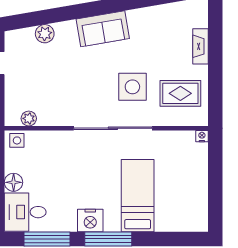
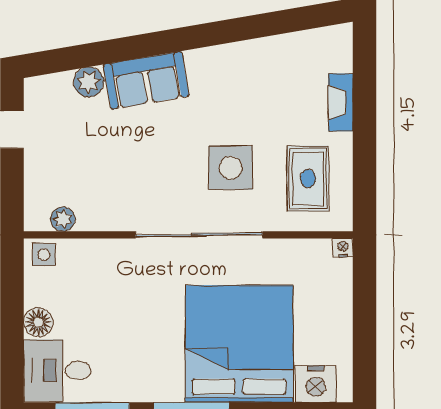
sofa: (103, 29) -> (146, 80), moved
rug: (180, 93) -> (308, 178), turned 90
bed: (138, 196) -> (239, 344), width x2.04
nightstand: (90, 220) -> (316, 384), moved

